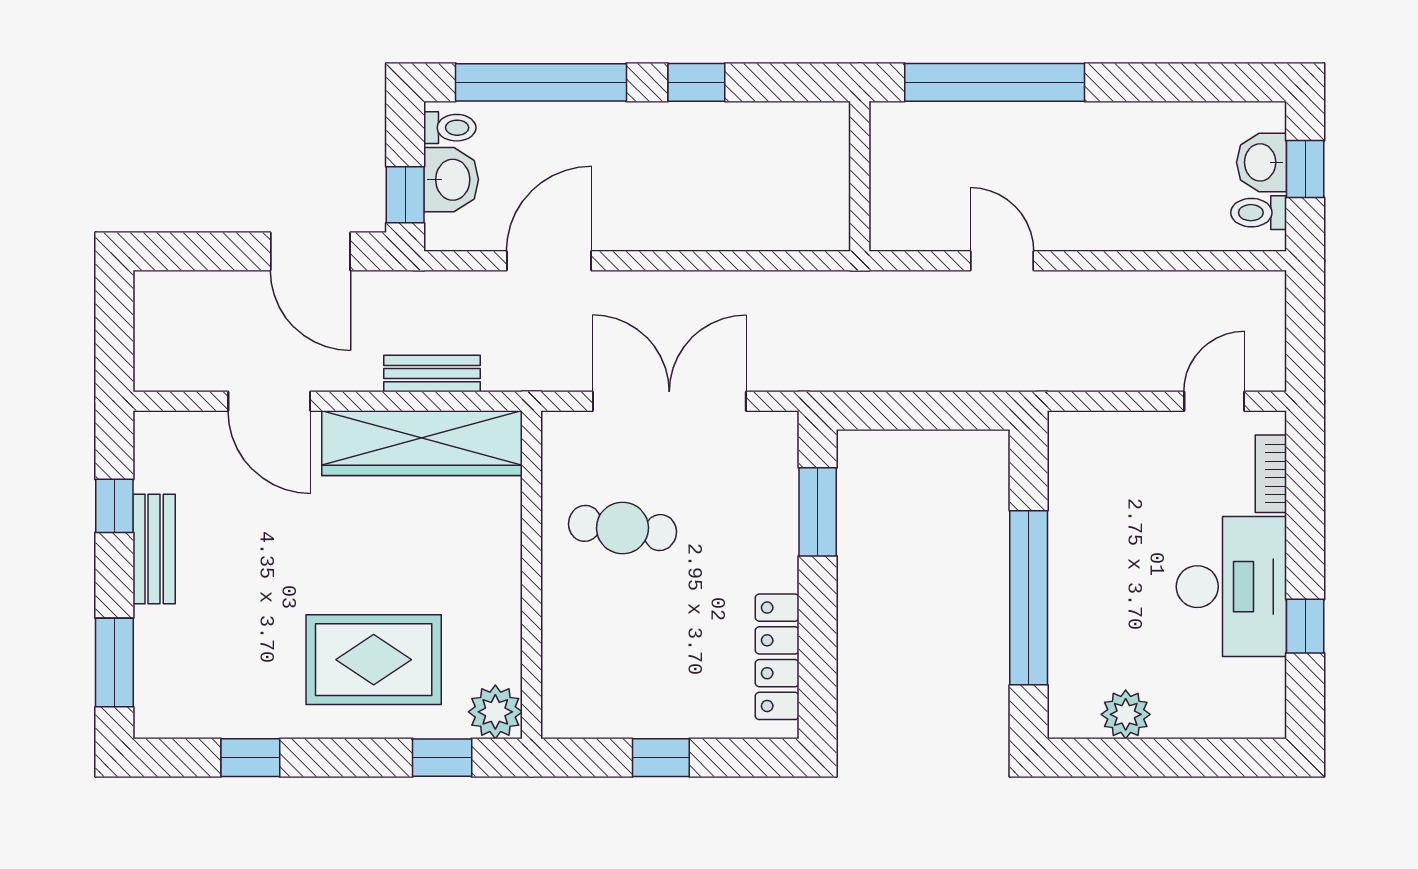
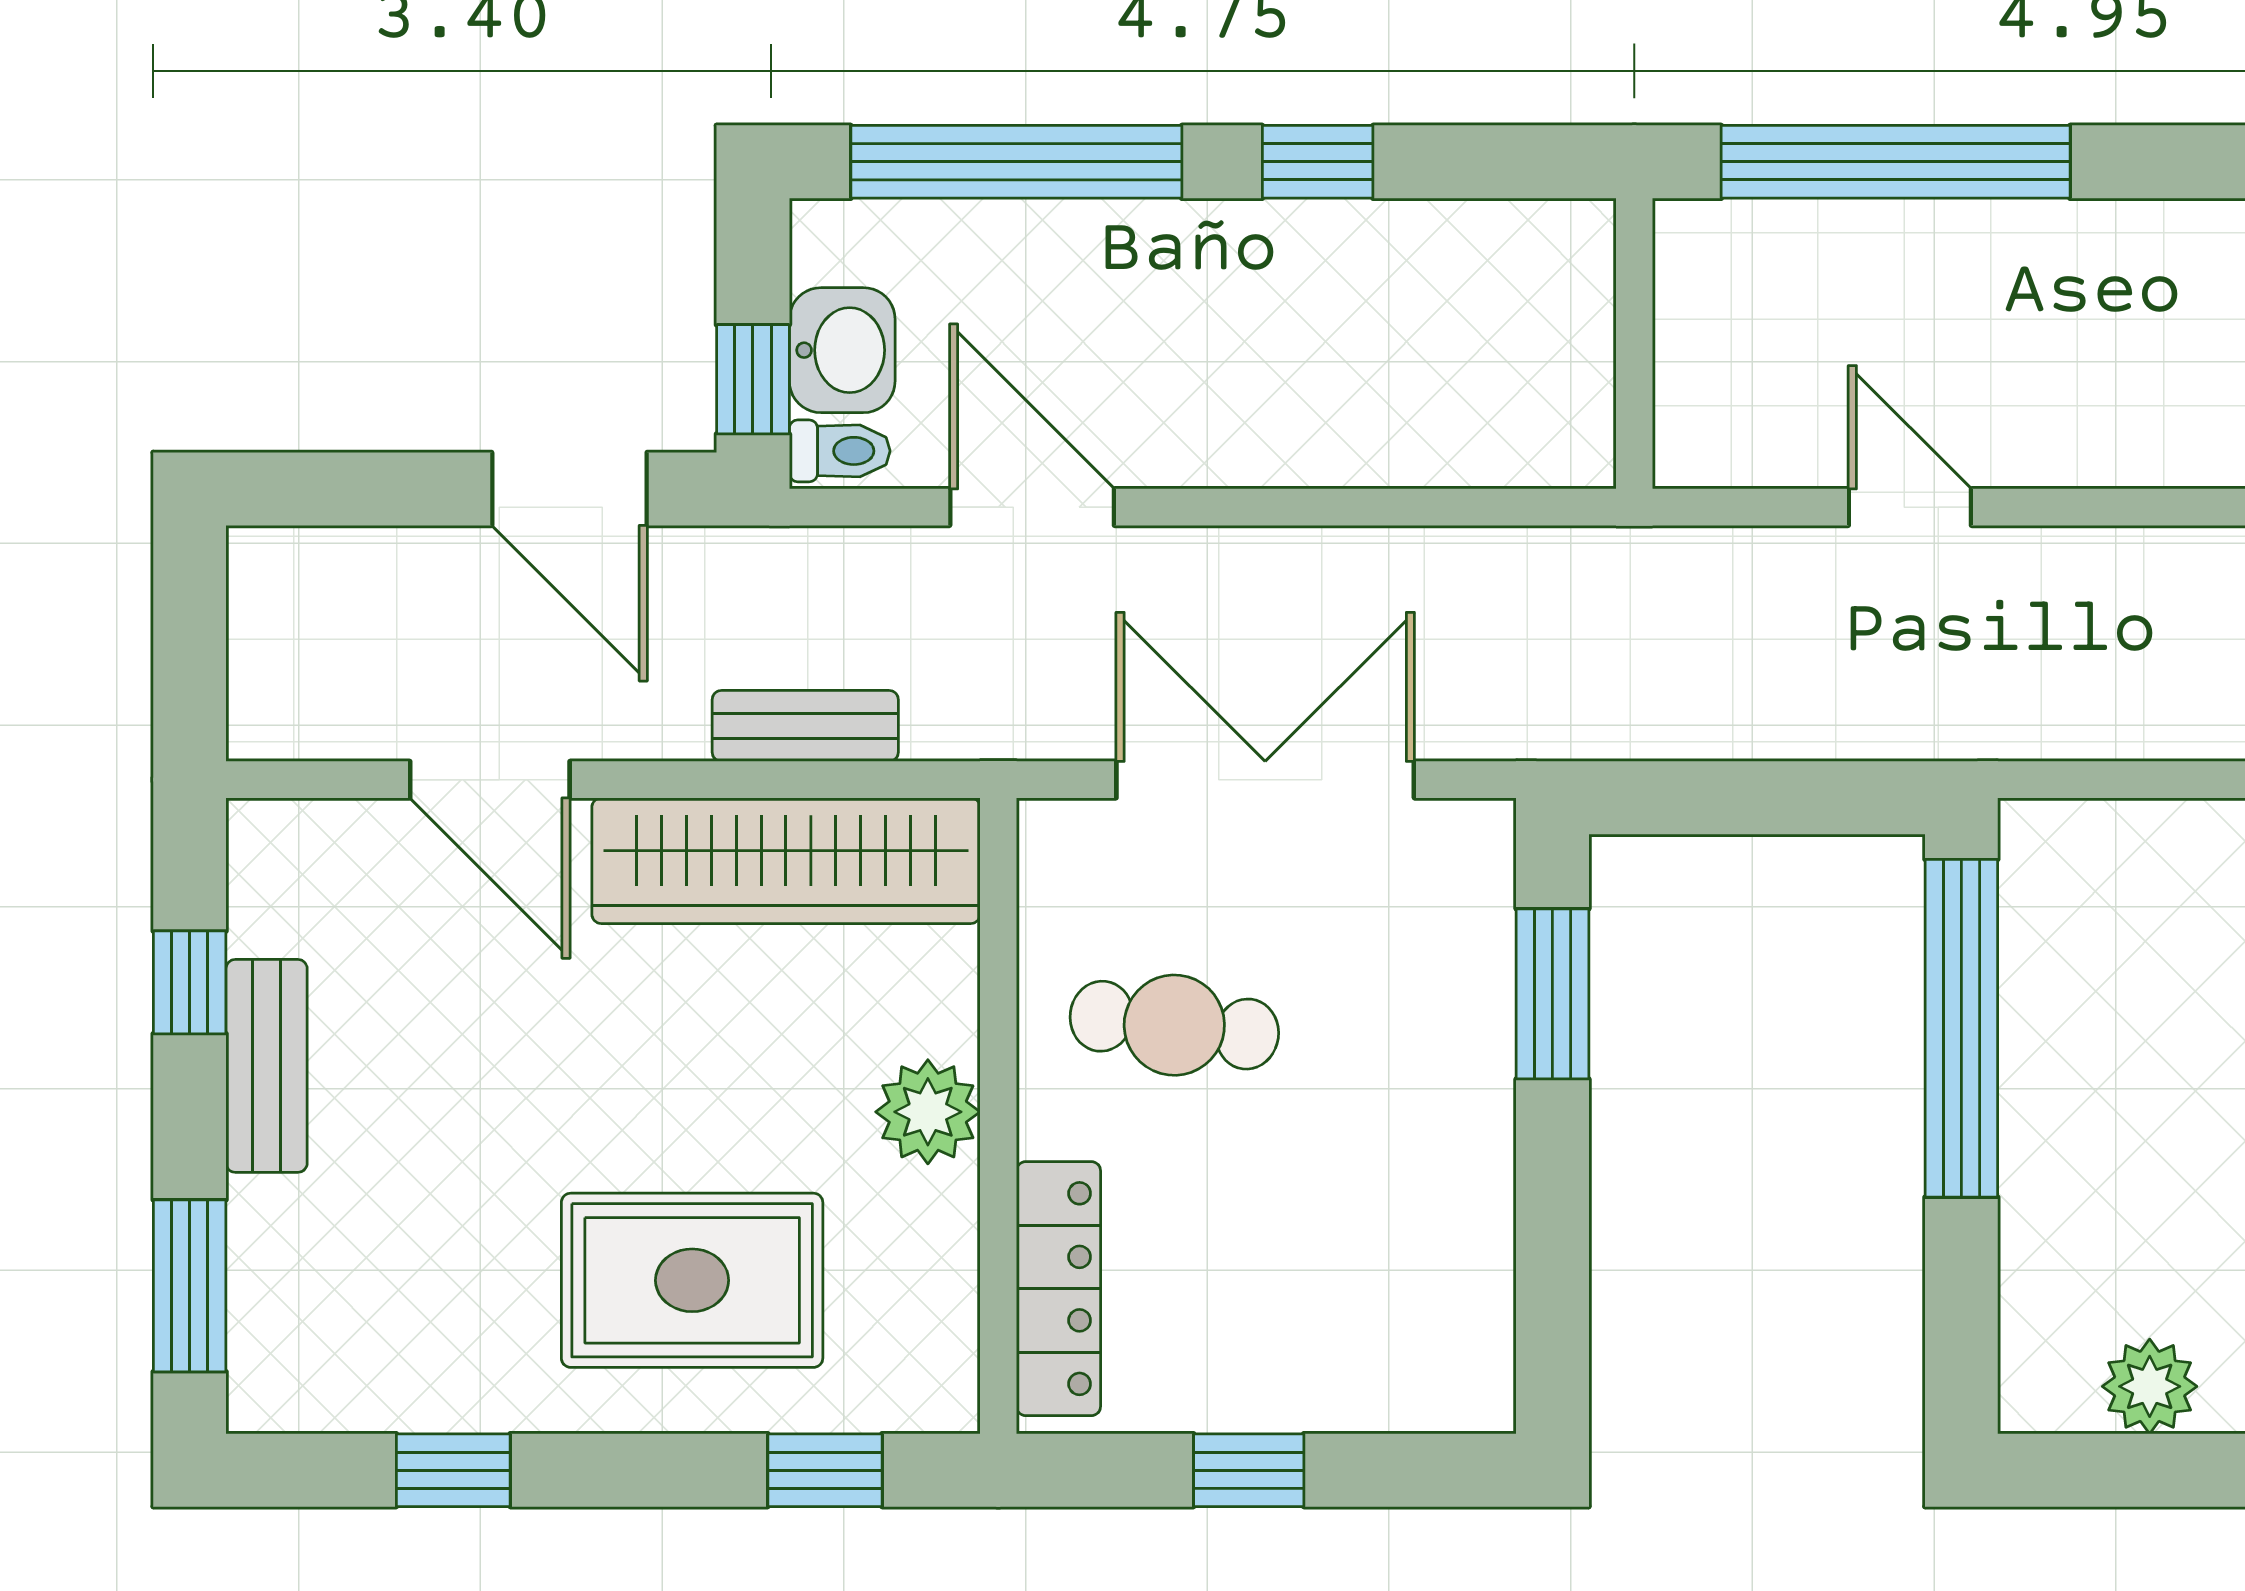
toilet: (450, 128) -> (840, 451), moved
door: (549, 261) -> (1032, 507), hinge flipped
window: (1029, 598) -> (1961, 1028), moved
locker: (777, 657) -> (1058, 1289), moved, turned 180
plant: (495, 712) -> (928, 1112), moved

